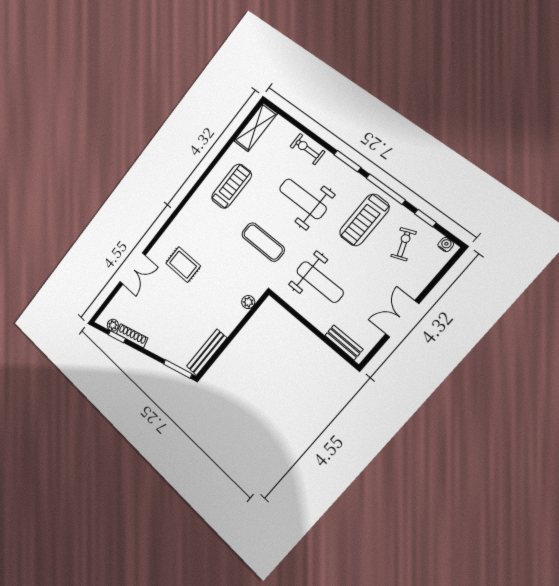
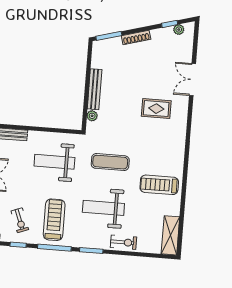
treadmill: (231, 186) -> (159, 185), turned 90
weight bench: (303, 199) -> (103, 208), turned 180
shoe rack: (132, 336) -> (136, 37), moved
bench: (207, 352) -> (95, 89), moved

